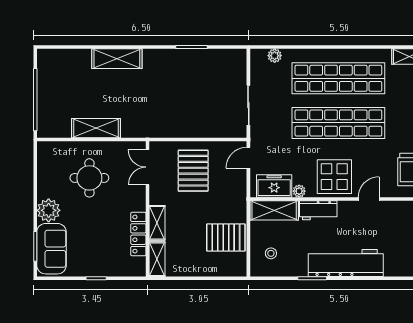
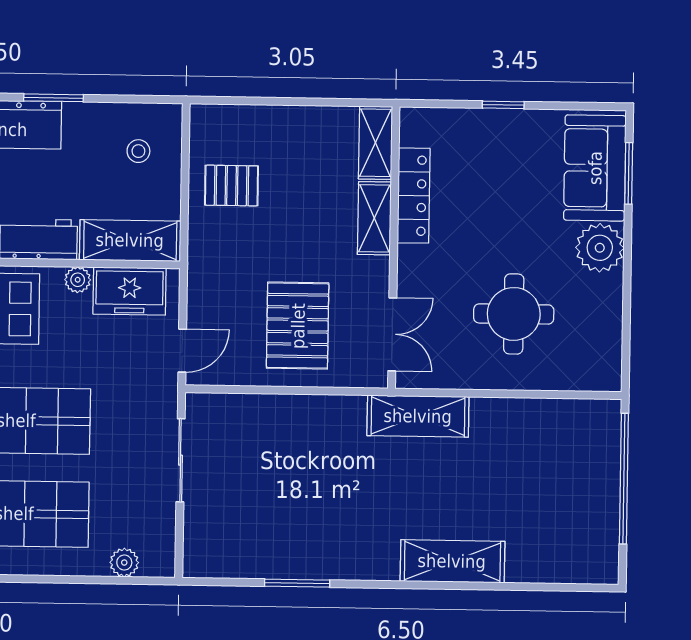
shelving: (96, 128) -> (418, 416), moved
pallet: (226, 237) -> (232, 186), width x0.67, depth x0.71

